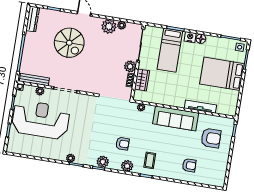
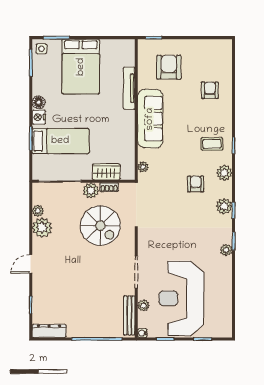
spiral stairs: (69, 43) -> (100, 226), moved, turned 90

